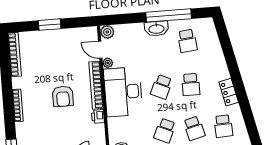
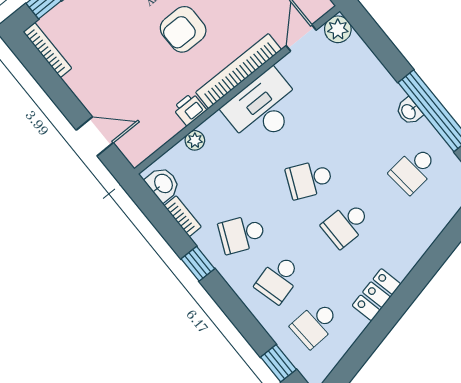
washbasin: (156, 29) -> (409, 111), width x0.52, depth x0.69
plant: (108, 63) -> (195, 140), moved
desk: (123, 92) -> (263, 108), width x0.73, depth x0.77

